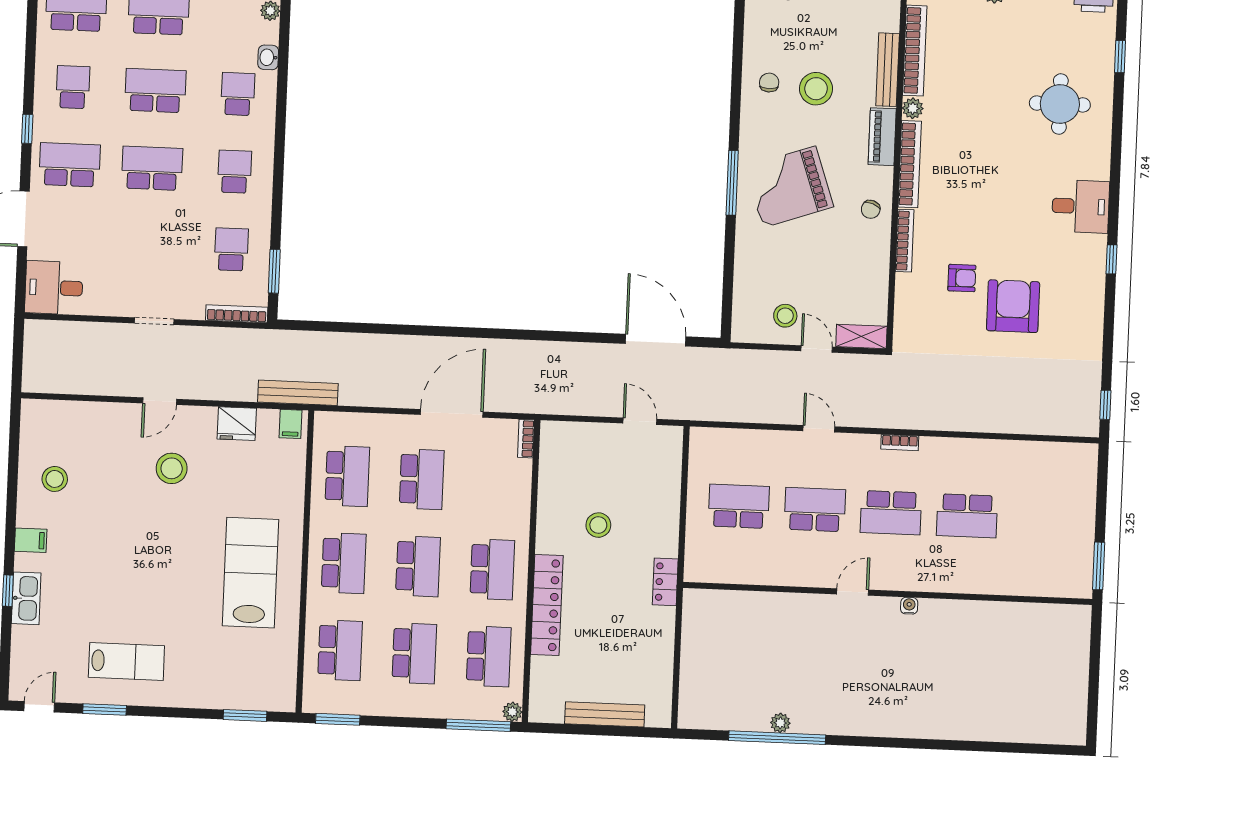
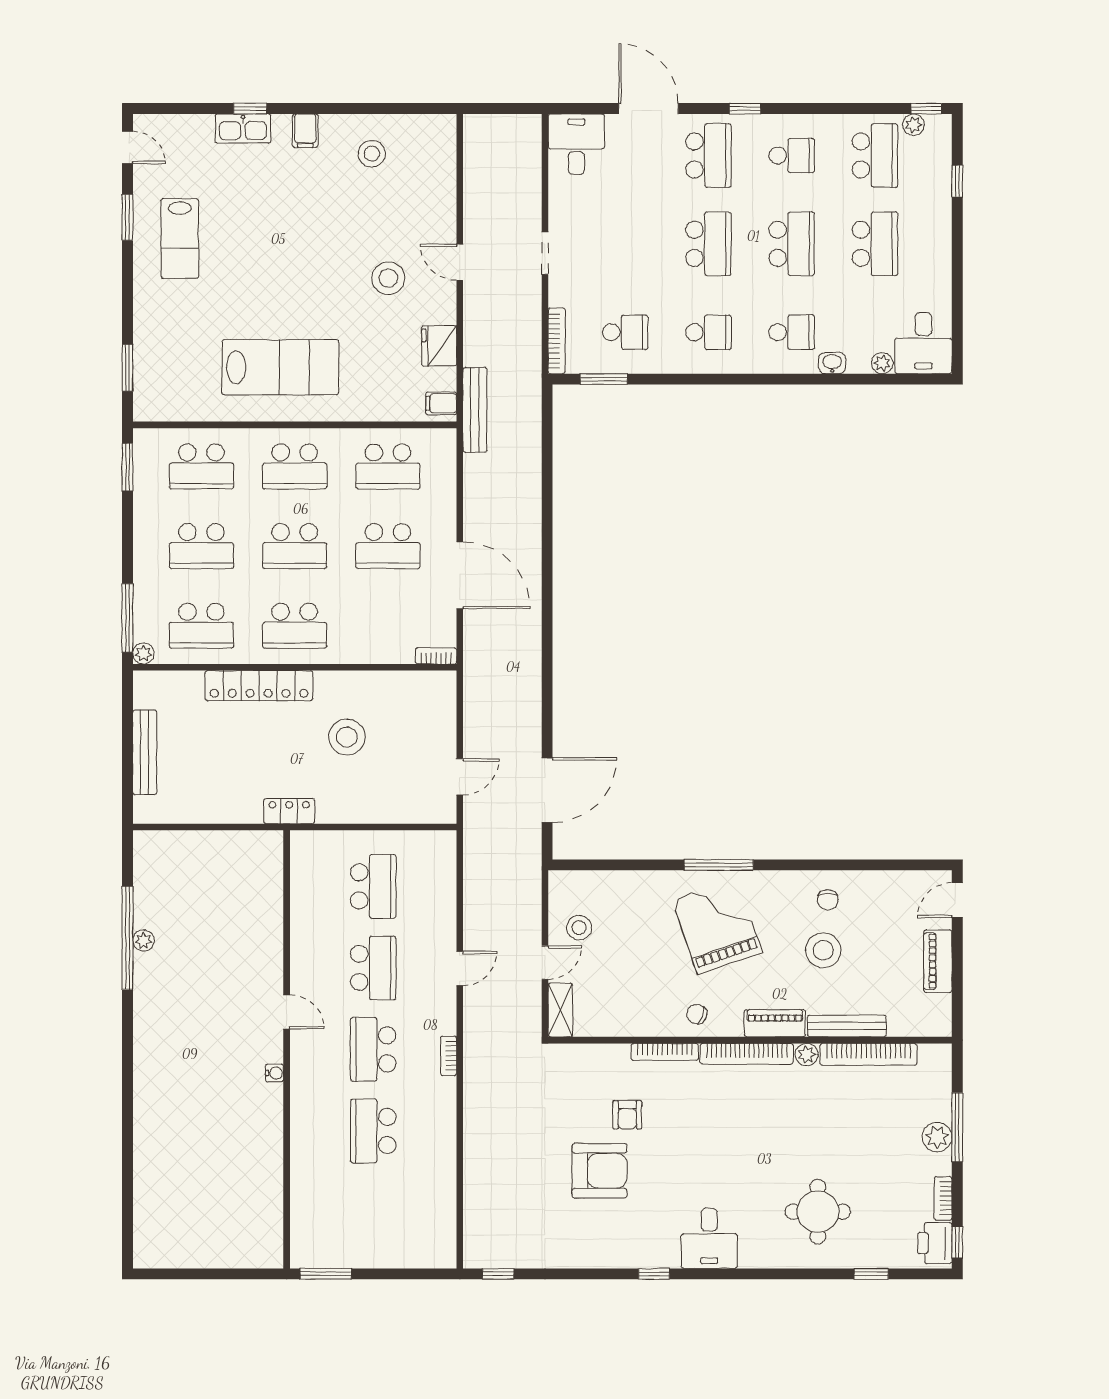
chair: (769, 83) -> (828, 900), turned 90
stool: (598, 525) -> (347, 737), width x1.38, depth x1.38

